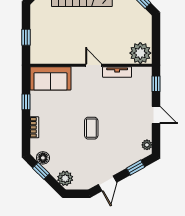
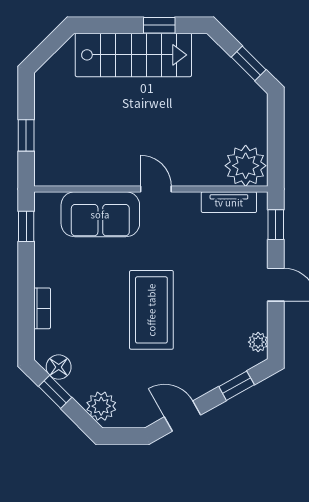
tv unit: (117, 72) -> (229, 202), moved
sofa: (50, 78) -> (100, 214), moved
window: (26, 102) -> (26, 226), moved
coffee table: (91, 128) -> (151, 310), width x1.86, depth x1.72
door: (108, 183) -> (183, 416), swing flipped

